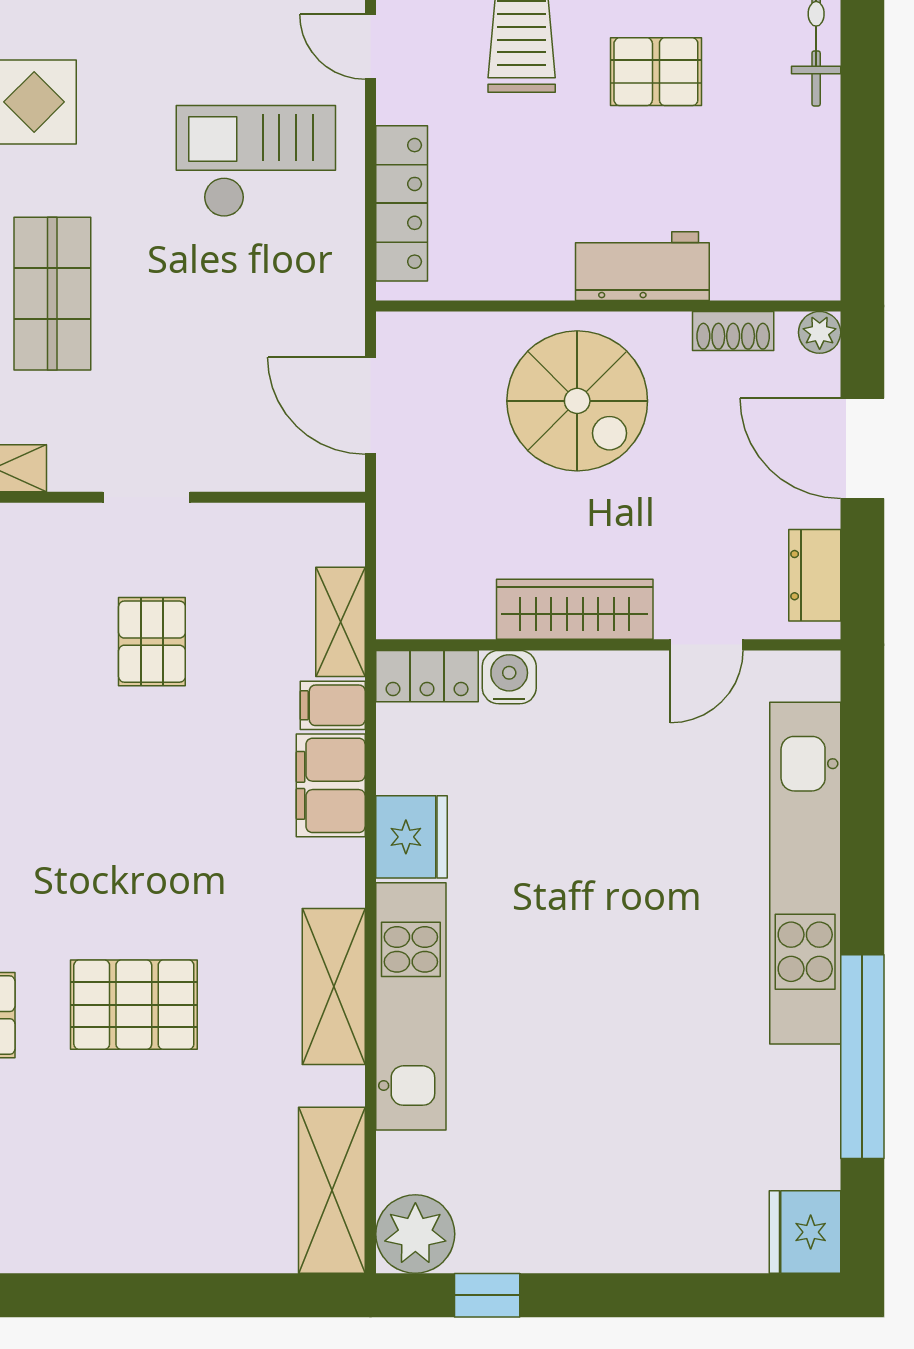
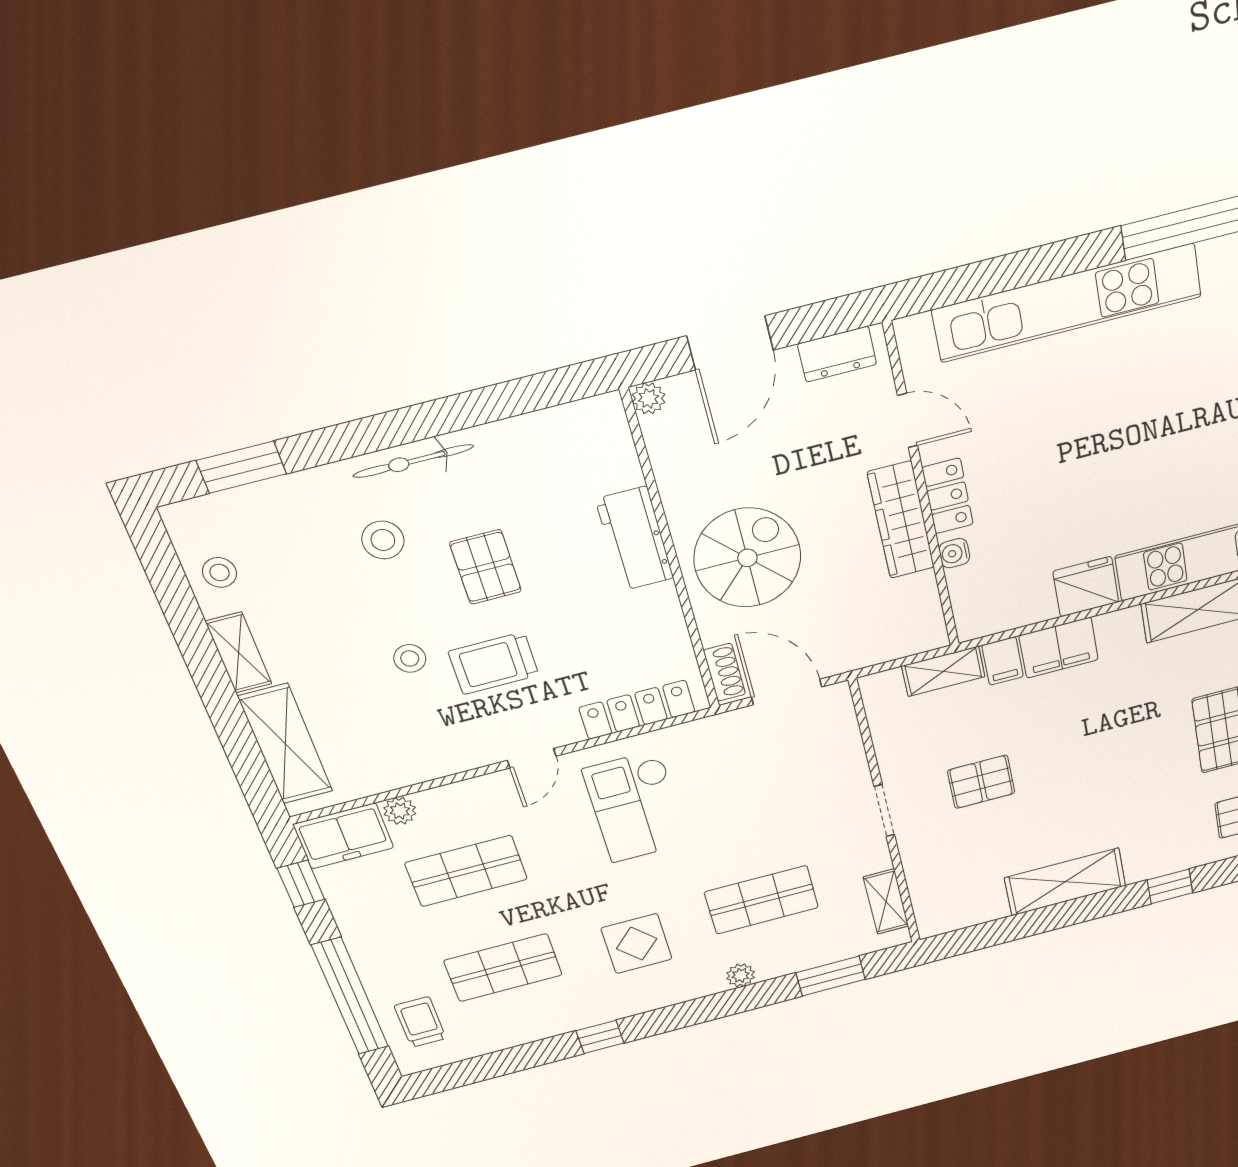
shoe rack: (733, 331) -> (724, 672), moved
door: (371, 406) -> (787, 692), swing flipped
locker: (427, 676) -> (948, 496), moved
water cooler: (509, 677) -> (954, 553), width x0.72, depth x0.72

